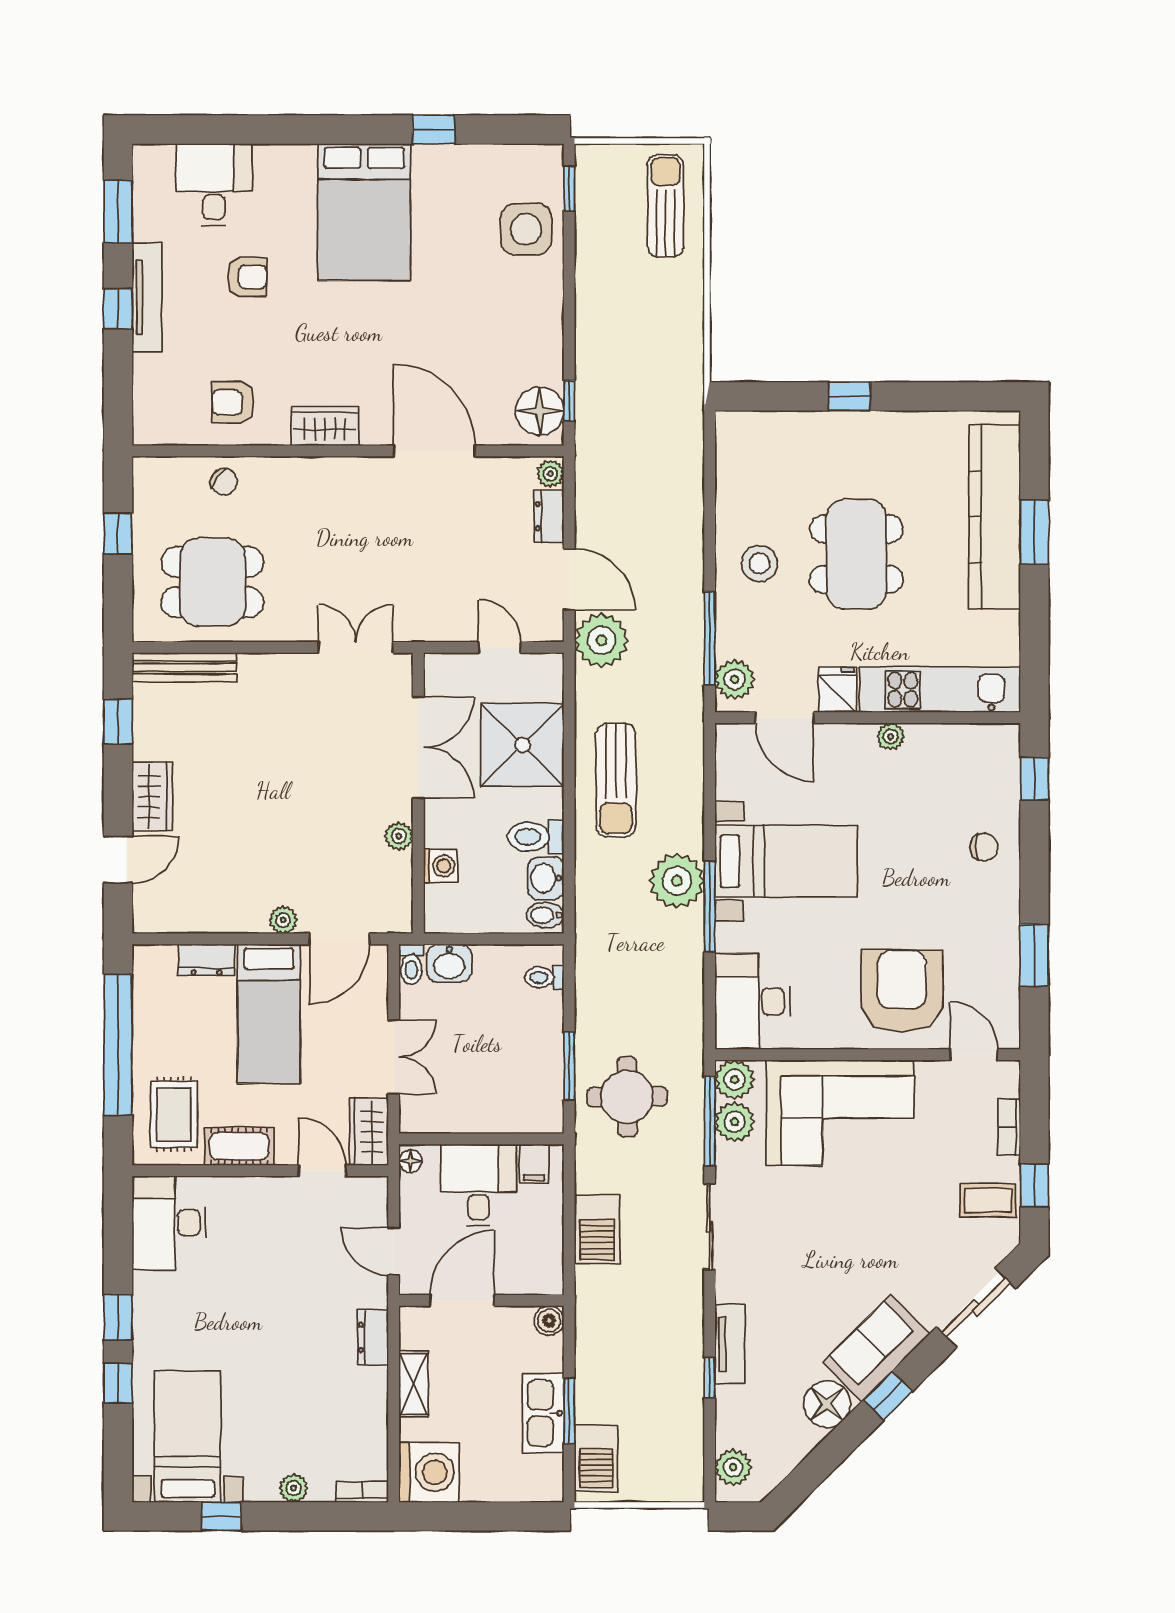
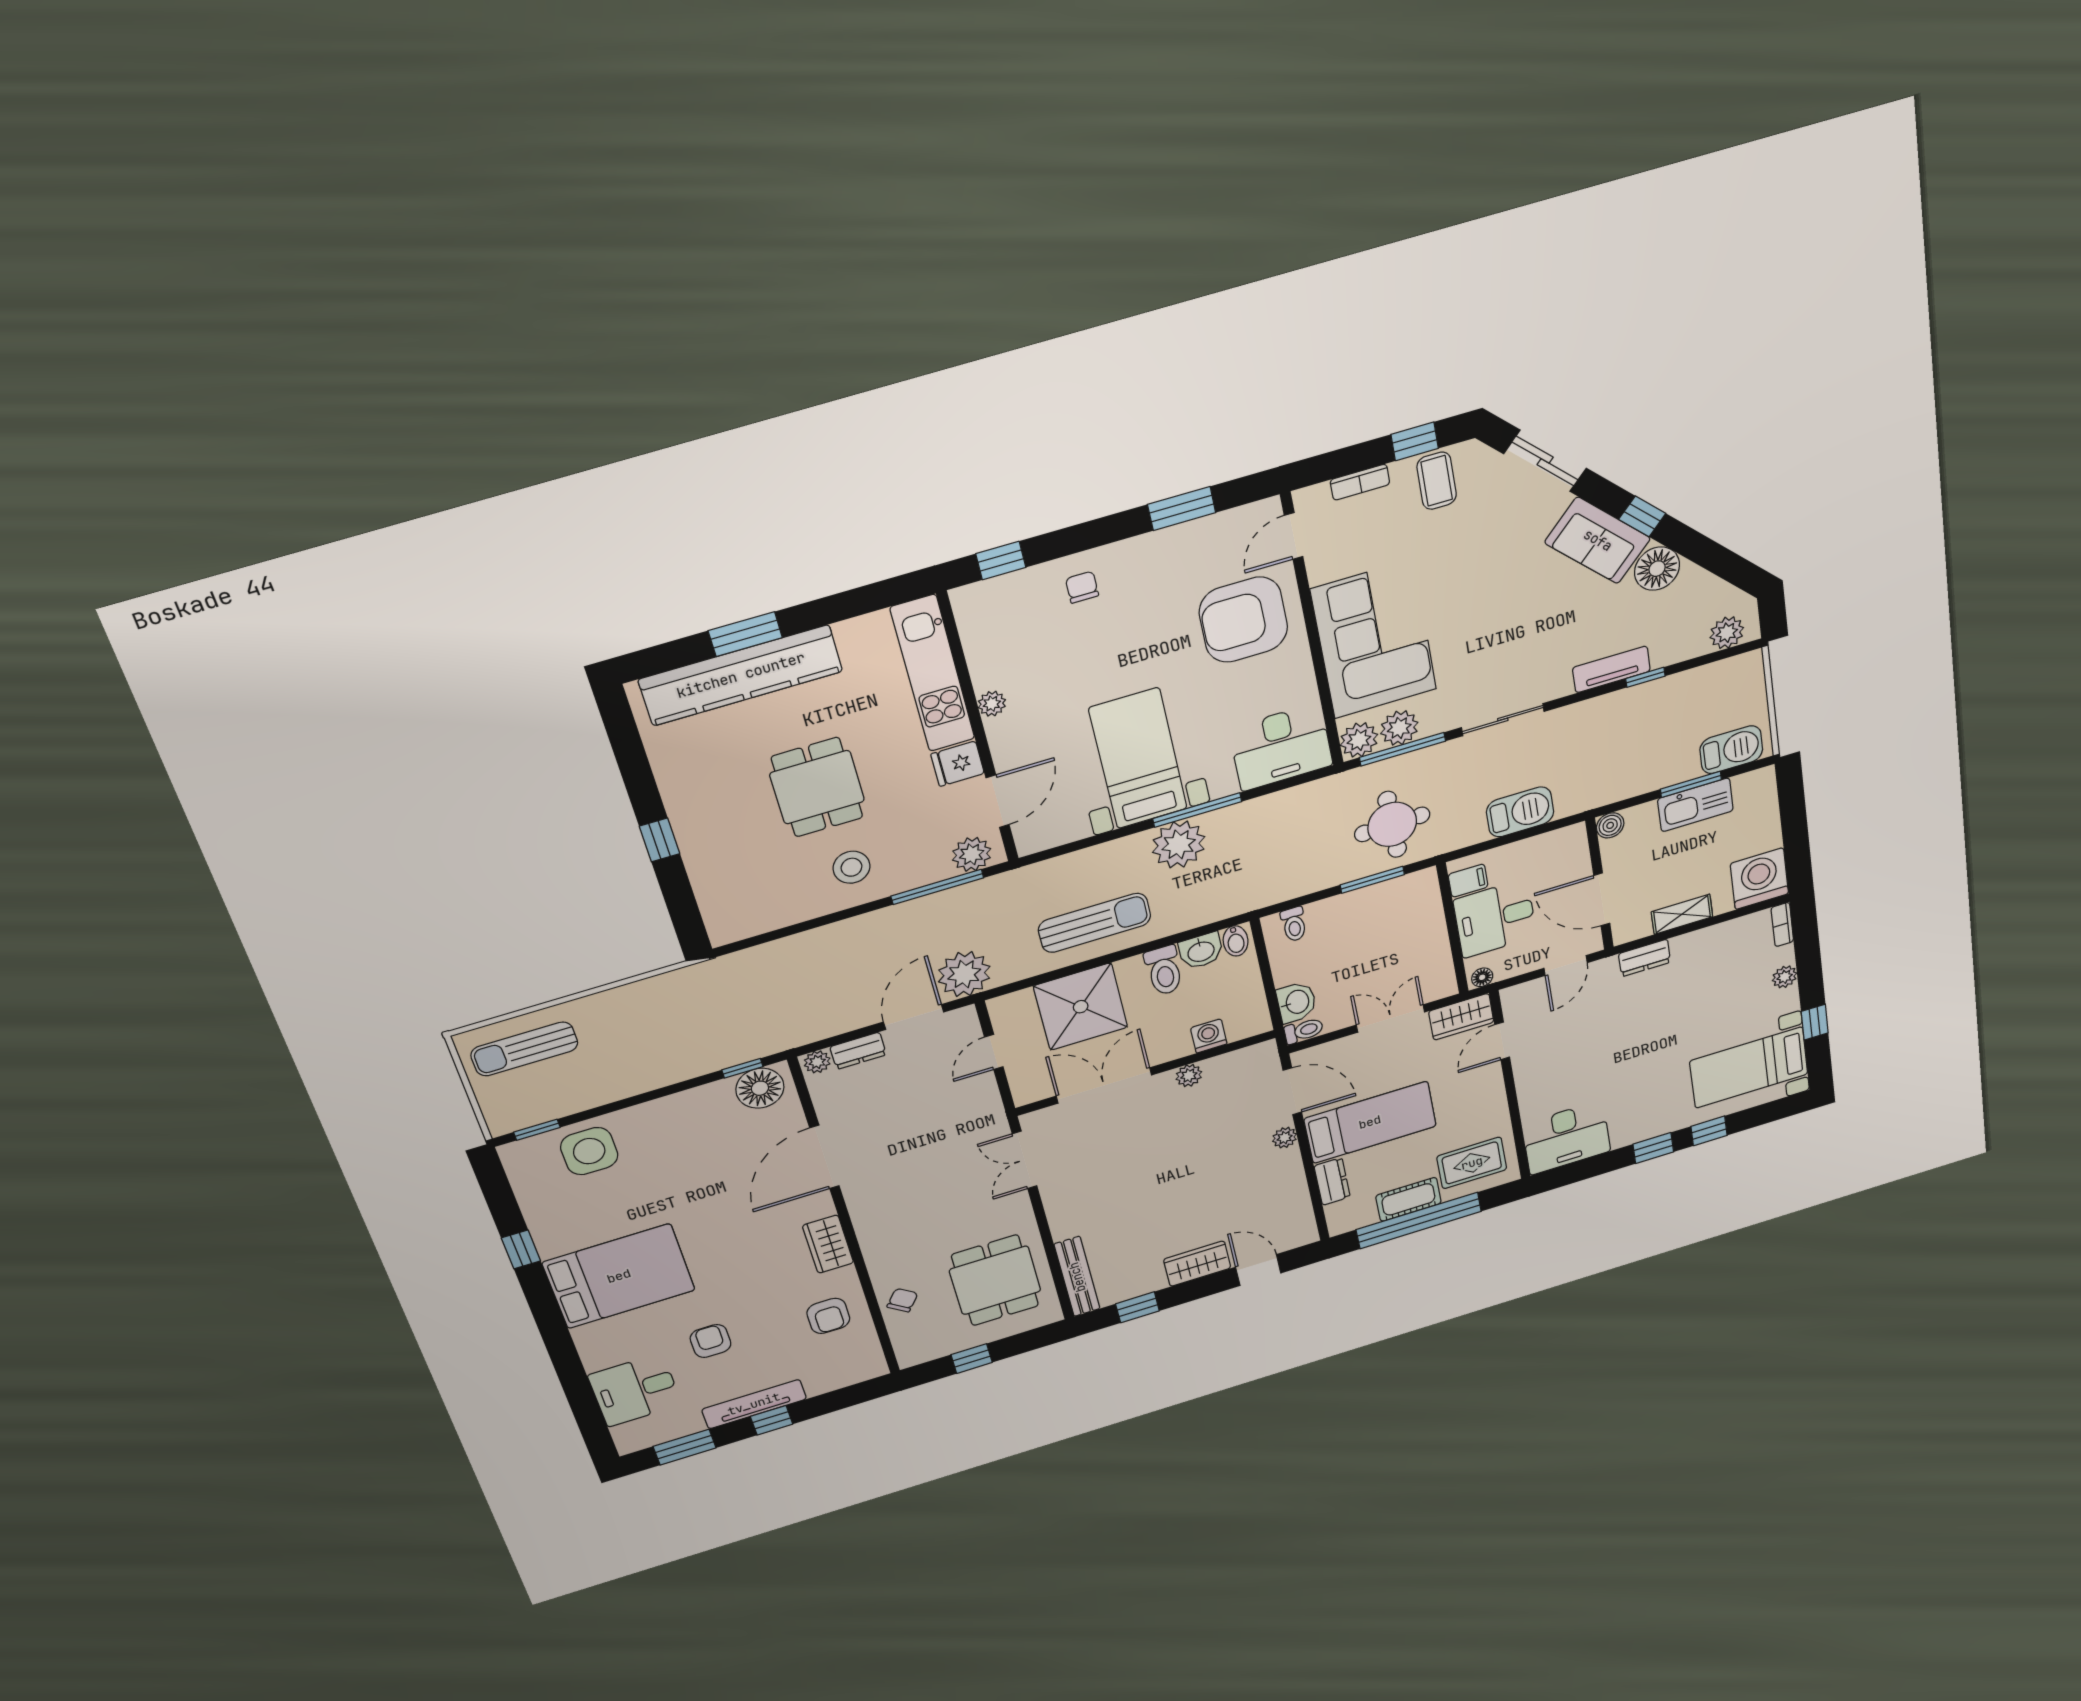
dining table: (856, 554) -> (817, 787), width x0.73
cot: (239, 1146) -> (1408, 1199), moved, turned 90

